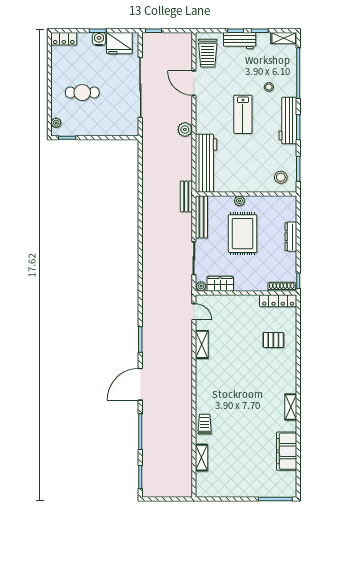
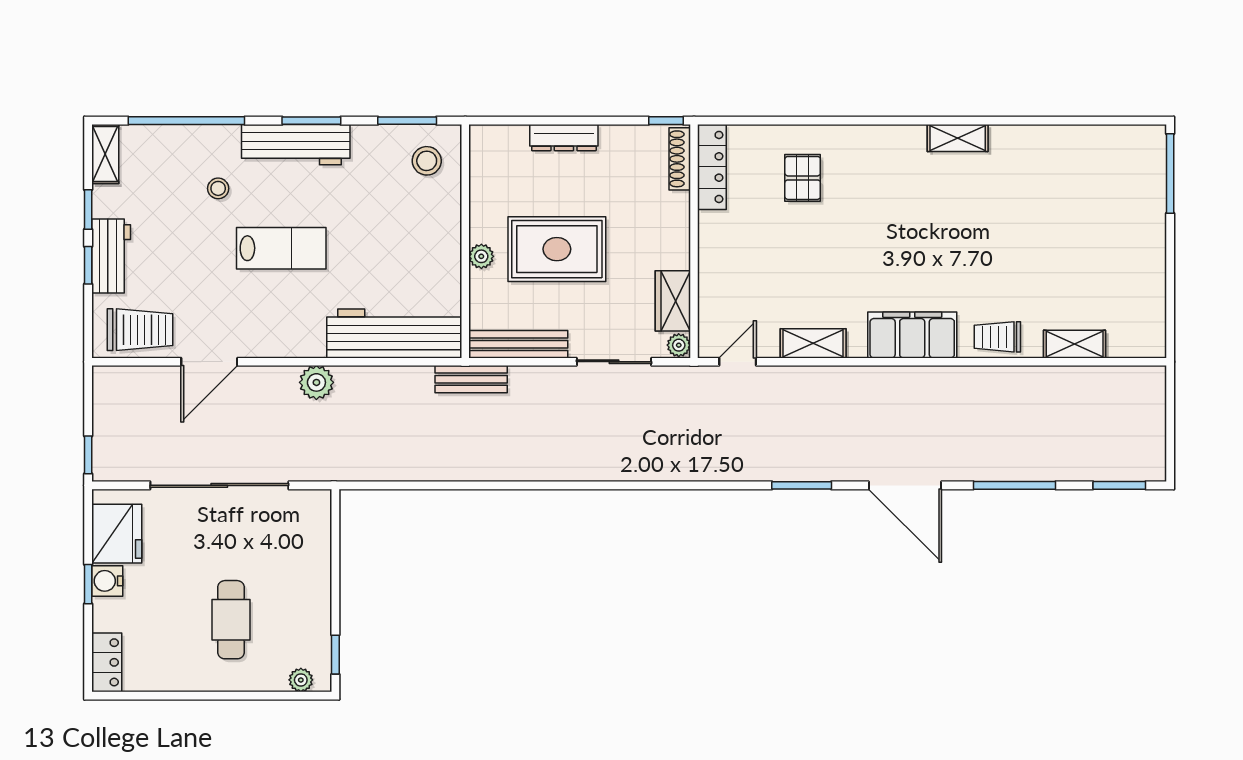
filing cabinet: (287, 451) -> (912, 335), moved, turned 180

